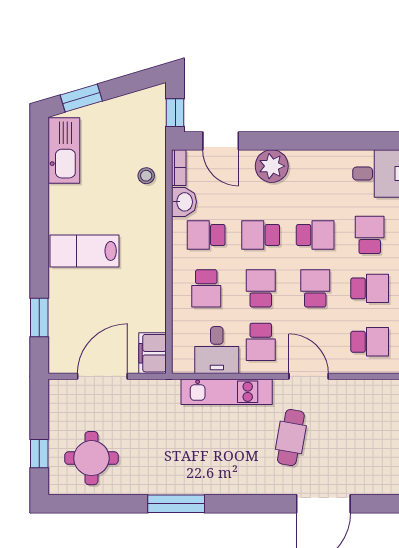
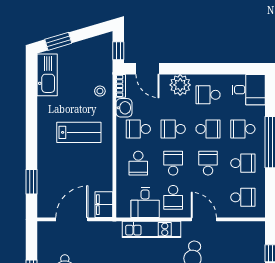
school desk: (315, 182) -> (208, 95), added
school desk: (370, 235) -> (243, 129), turned -90
lab bench: (85, 251) -> (79, 132), moved, turned 180

